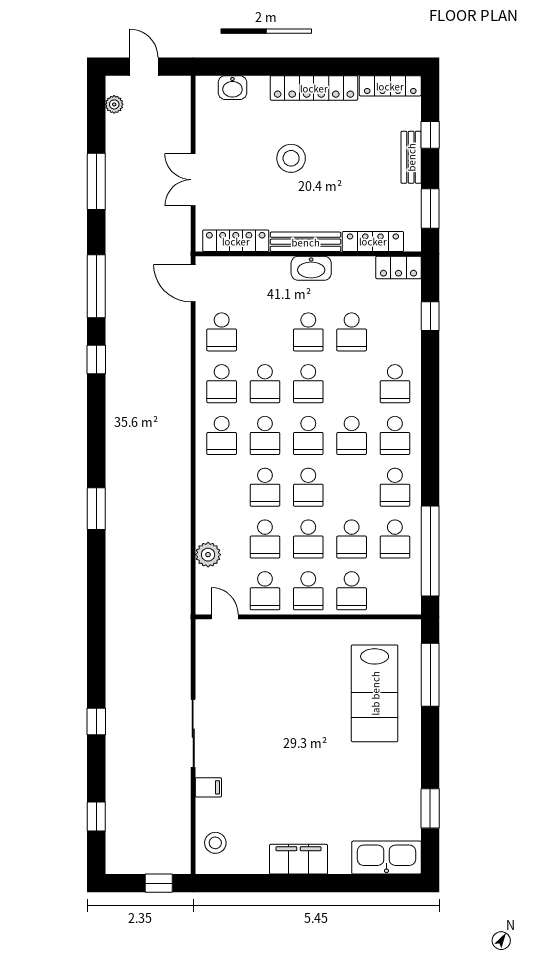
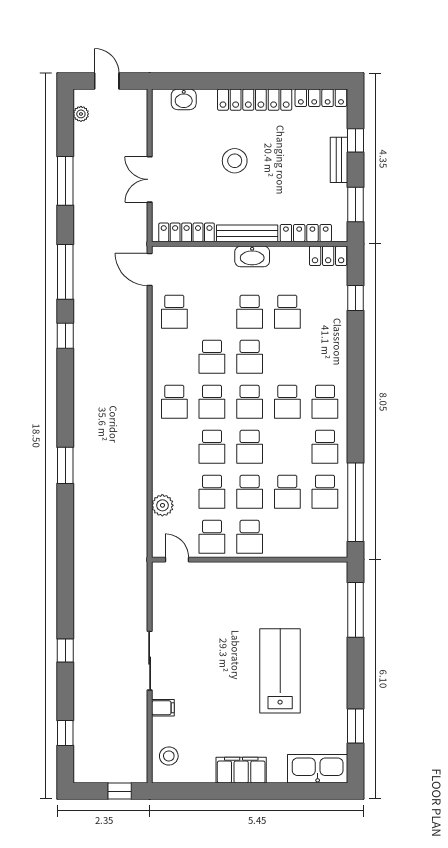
school desk: (222, 384) -> (174, 357), removed
school desk: (395, 384) -> (325, 357), removed
school desk: (352, 591) -> (287, 537), removed
lab bench: (375, 693) -> (280, 671), moved, turned 180

